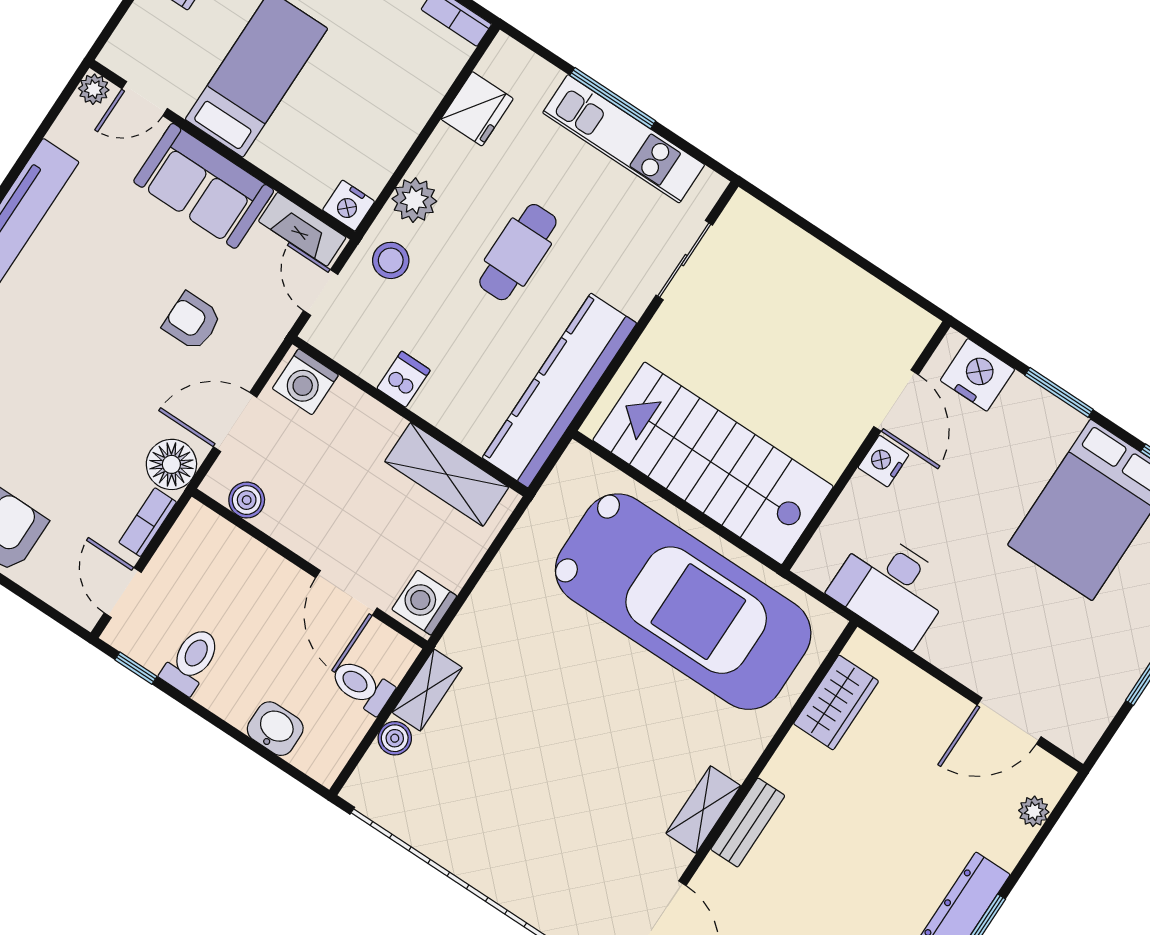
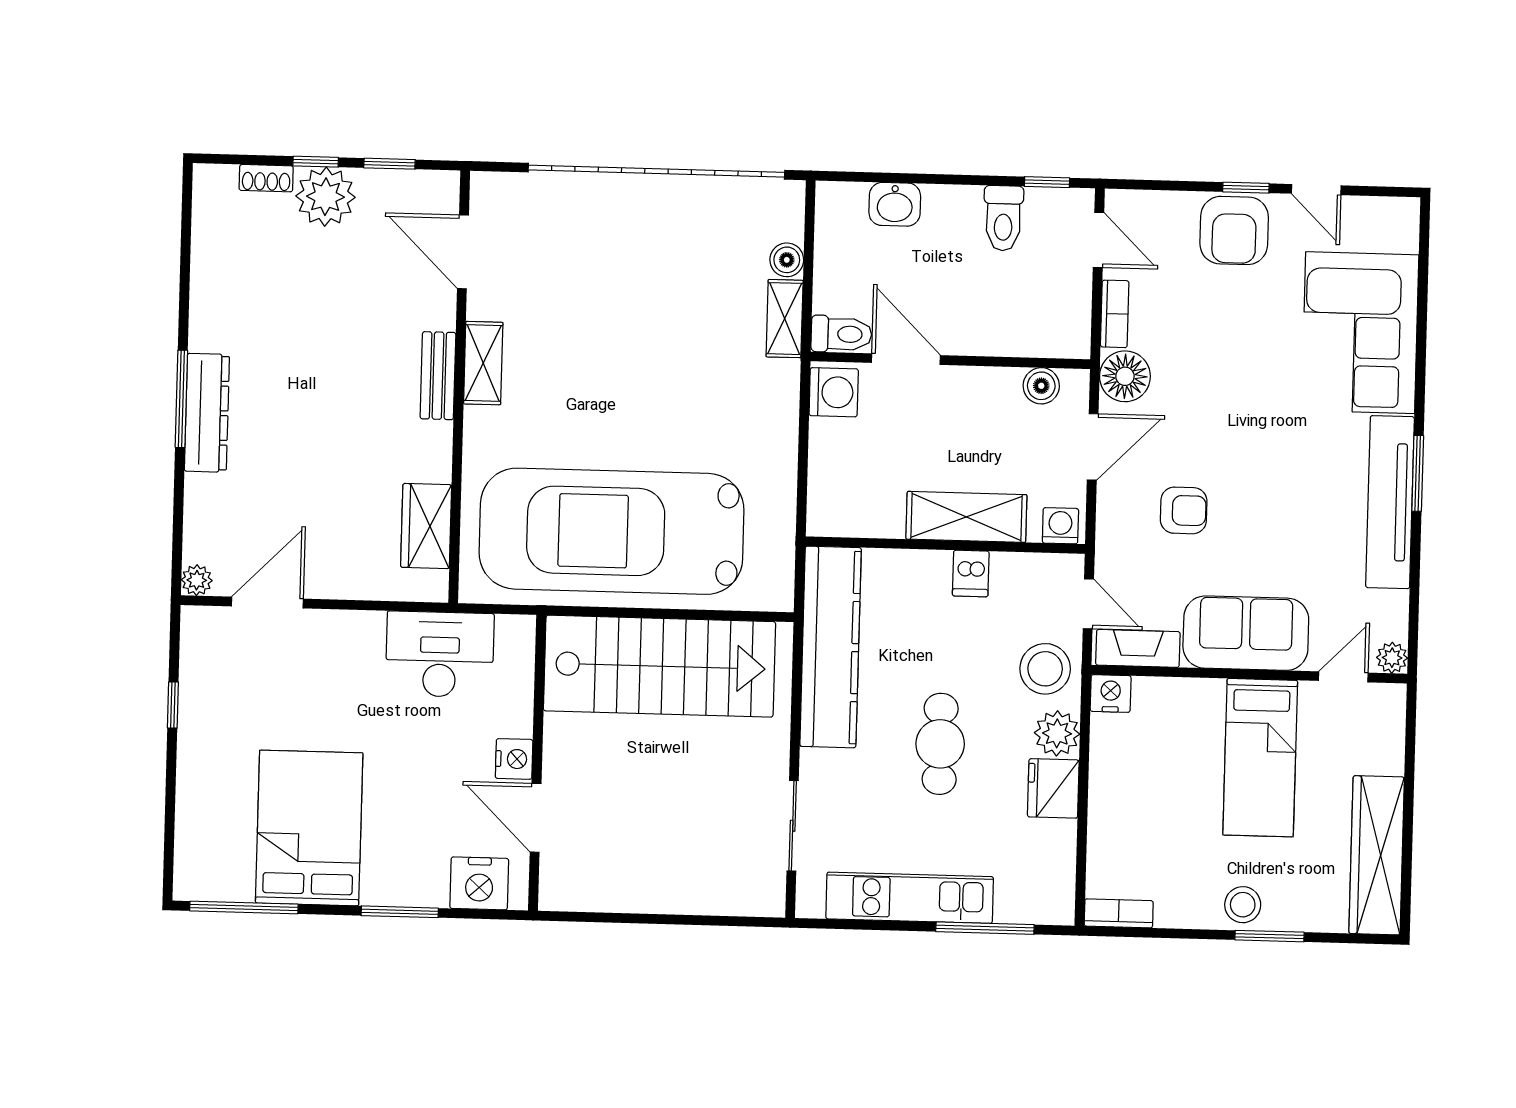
window: (613, 98) -> (985, 928), moved
fridge: (477, 109) -> (1053, 788), moved
stool: (391, 260) -> (1045, 669), width x1.38, depth x1.38
washing machine: (305, 382) -> (1060, 526), width x0.73, depth x0.73
shelving: (447, 474) -> (966, 517), moved
toilet: (362, 686) -> (841, 334), moved
plant: (1034, 811) -> (197, 580), moved

